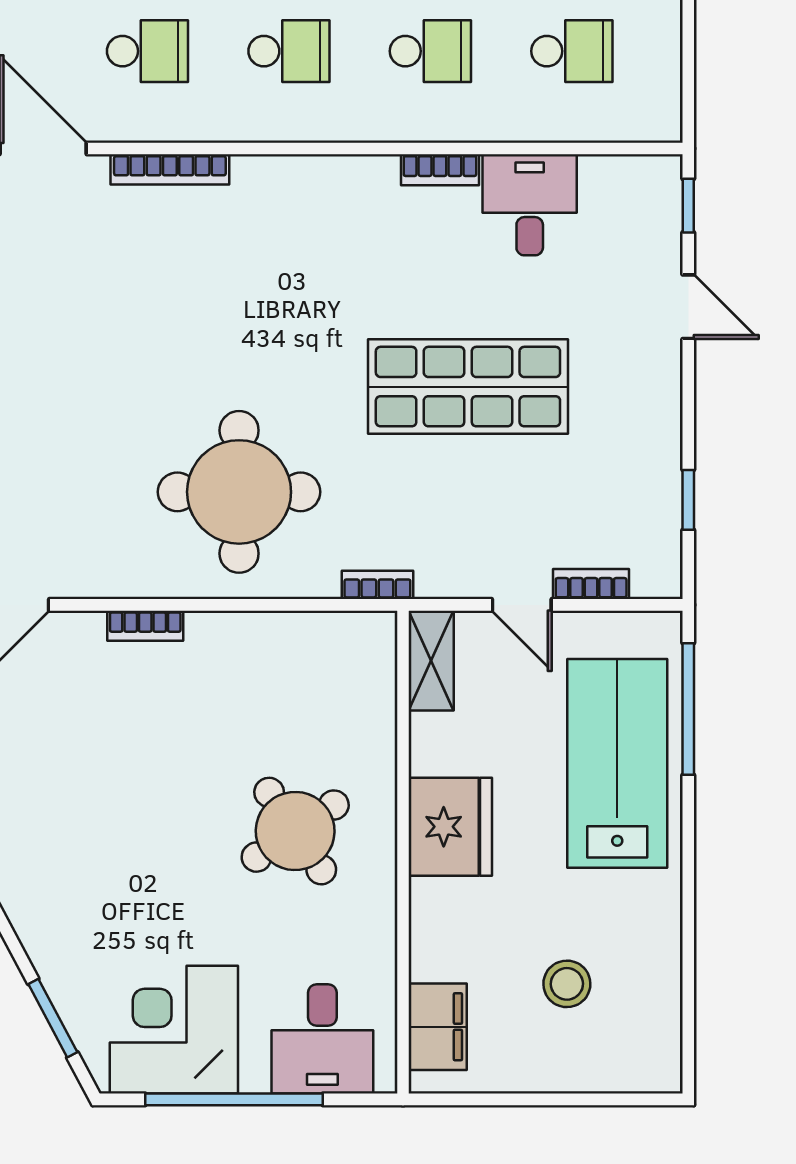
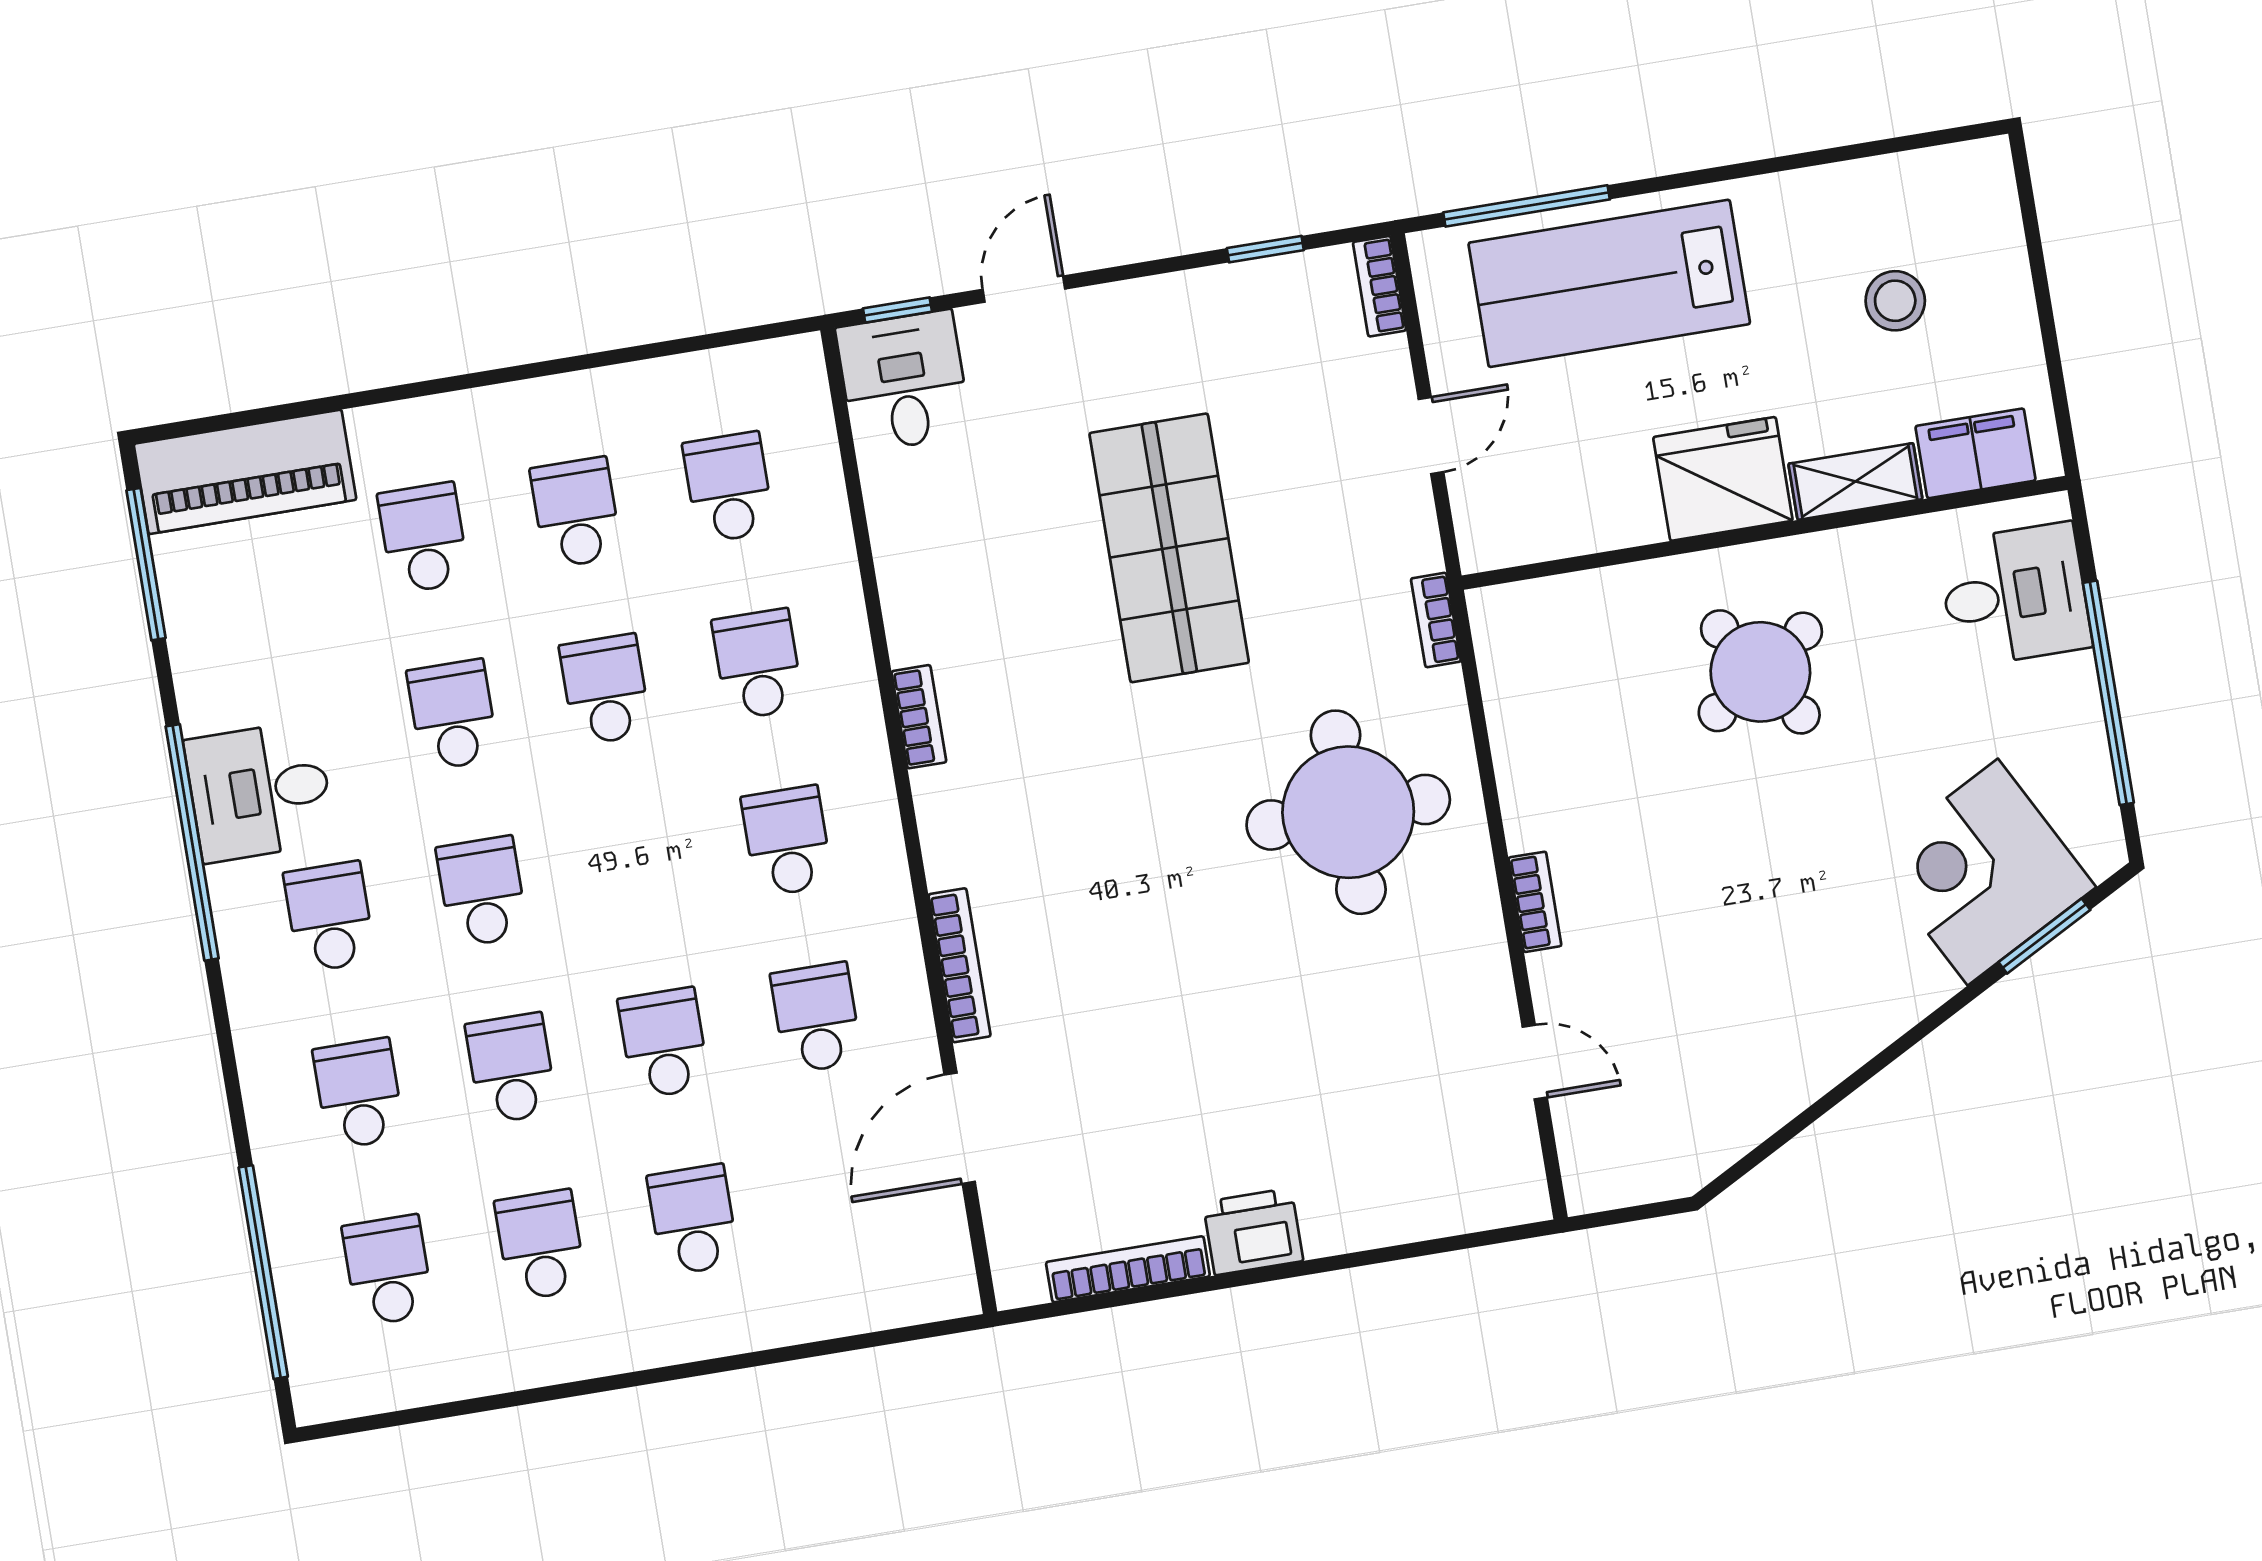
bookcase: (440, 170) -> (919, 717), moved
desk: (530, 205) -> (904, 381), moved, turned 90
bookcase: (591, 584) -> (1379, 286), moved
shelving: (431, 661) -> (1855, 481), moved
corner desk: (174, 1030) -> (1983, 872), moved, turned 62

